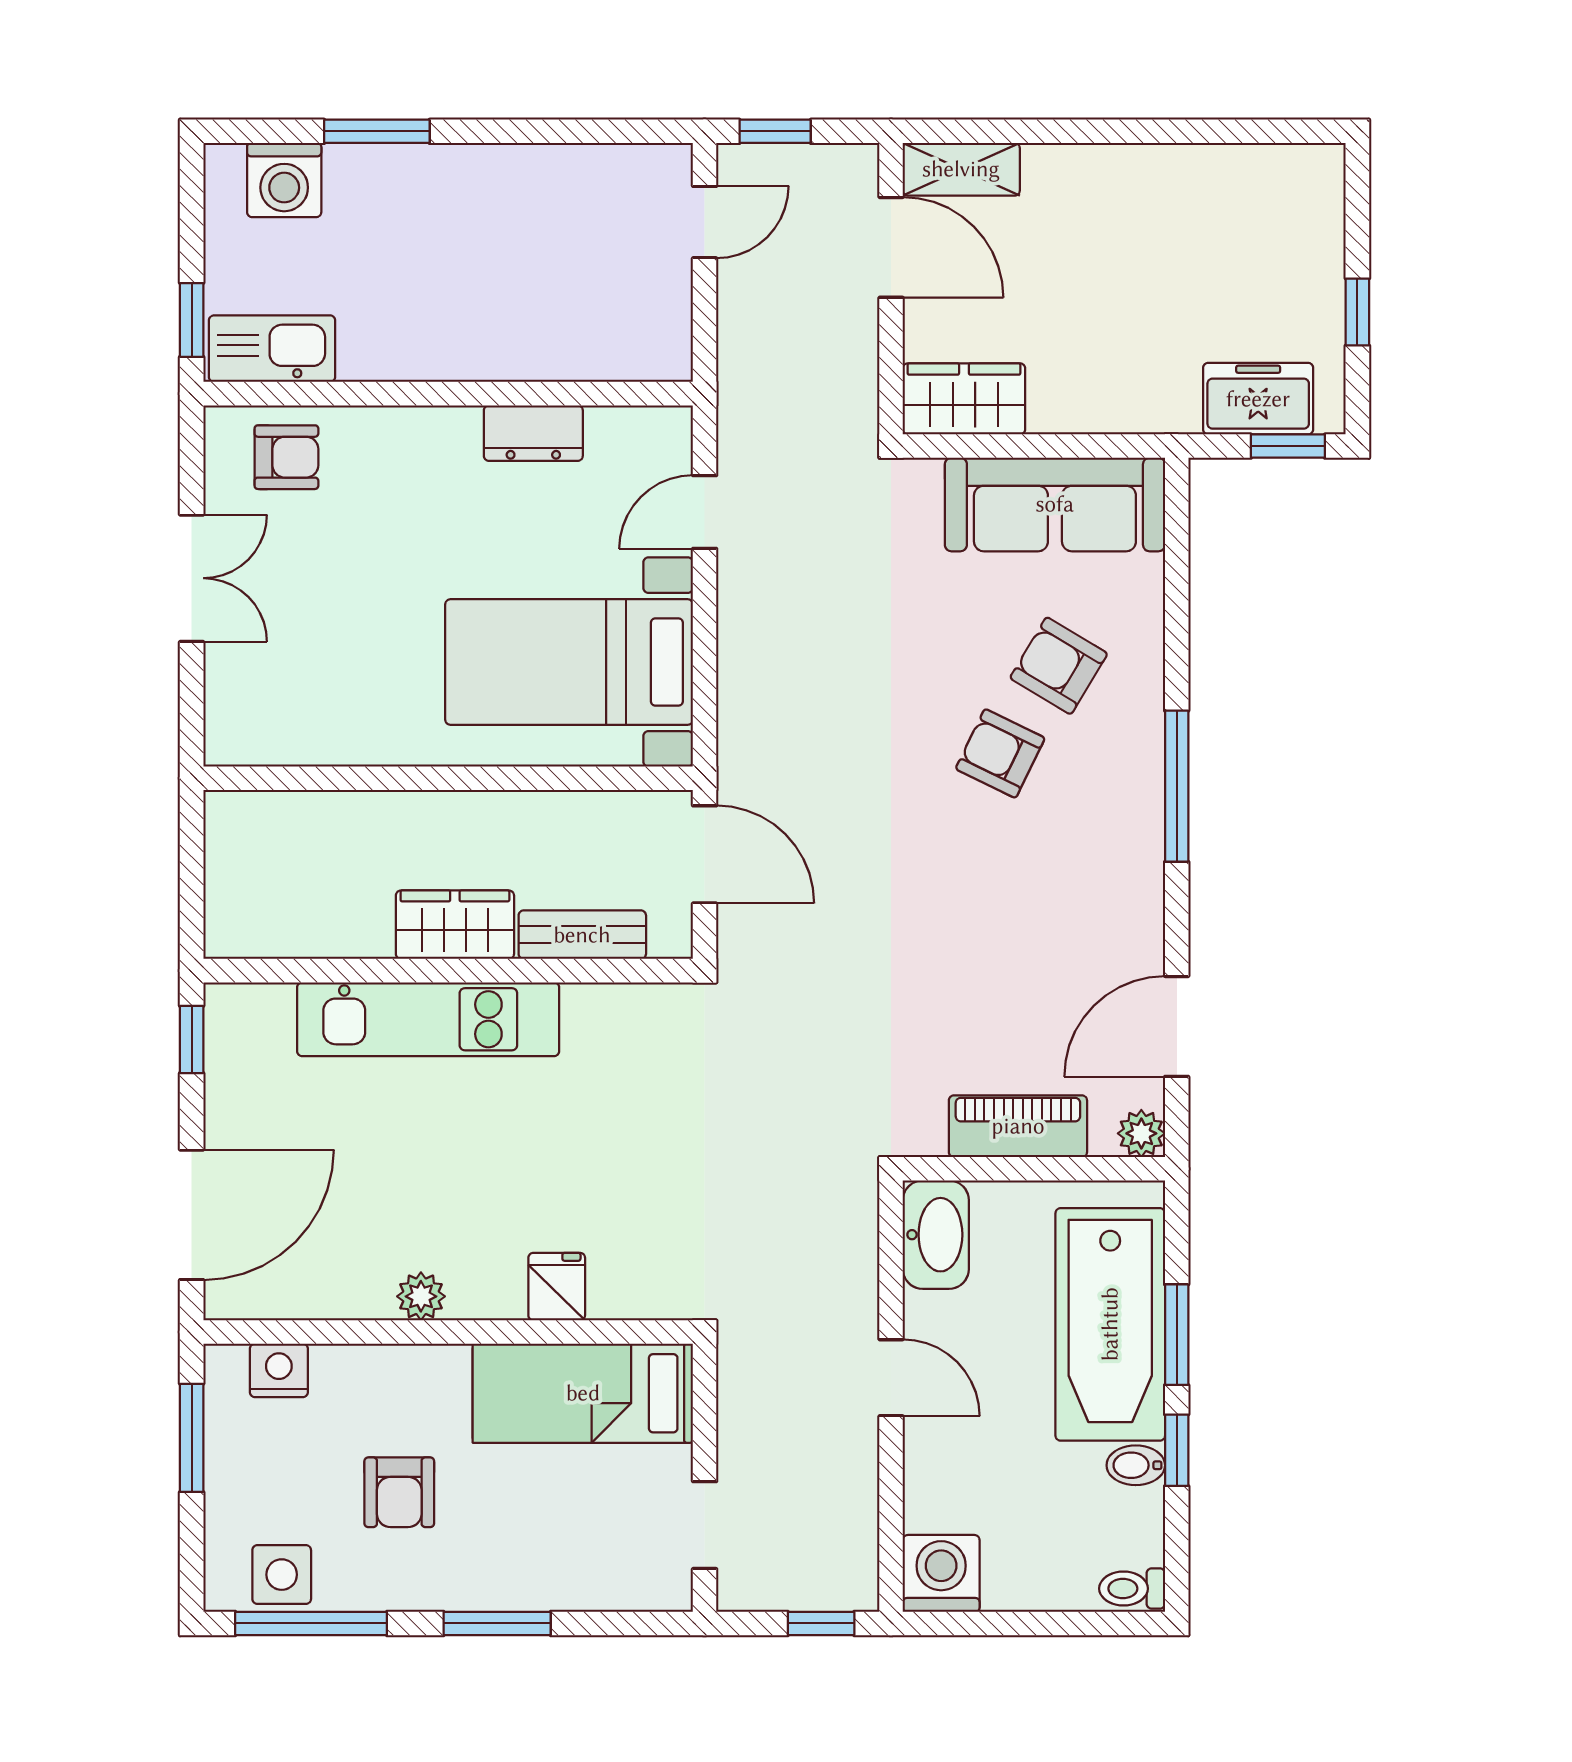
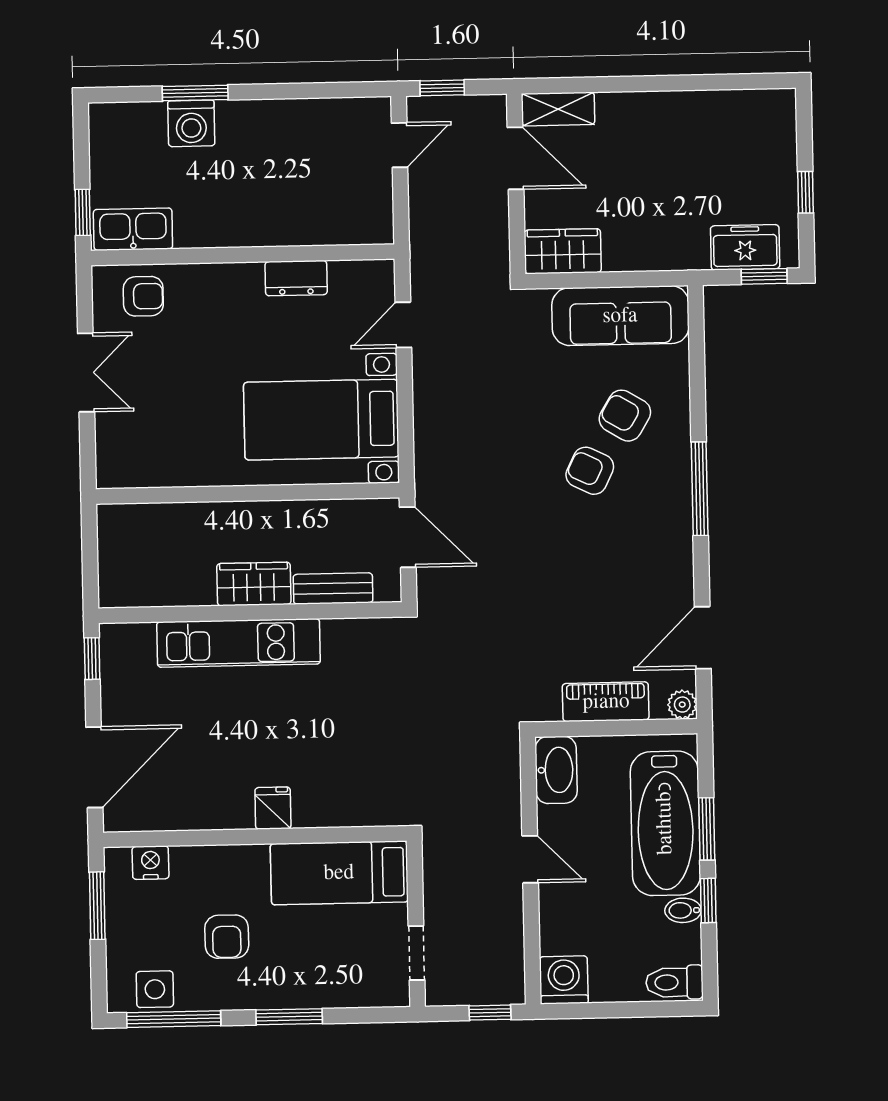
washing machine: (284, 180) -> (191, 123), moved
fridge: (557, 1287) -> (273, 808), moved
plant: (421, 1296) -> (238, 815), removed
toilet: (1132, 1589) -> (674, 982), width x1.37, depth x1.39

